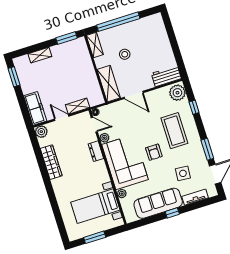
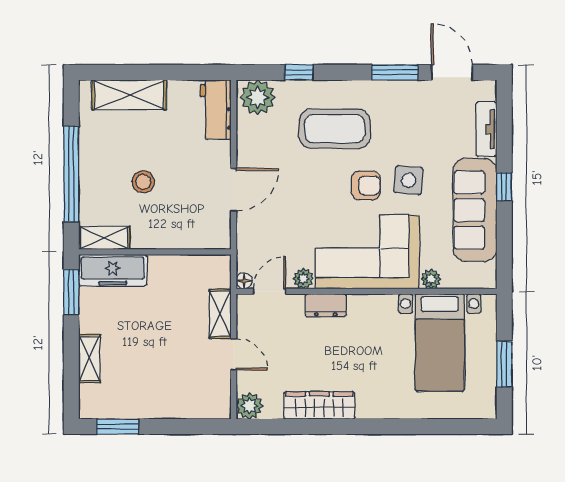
shelving: (109, 84) -> (129, 95), moved
freezer: (35, 108) -> (113, 270), moved, turned 180
door: (62, 118) -> (234, 354), swing flipped
side table: (183, 173) -> (409, 180), moved

